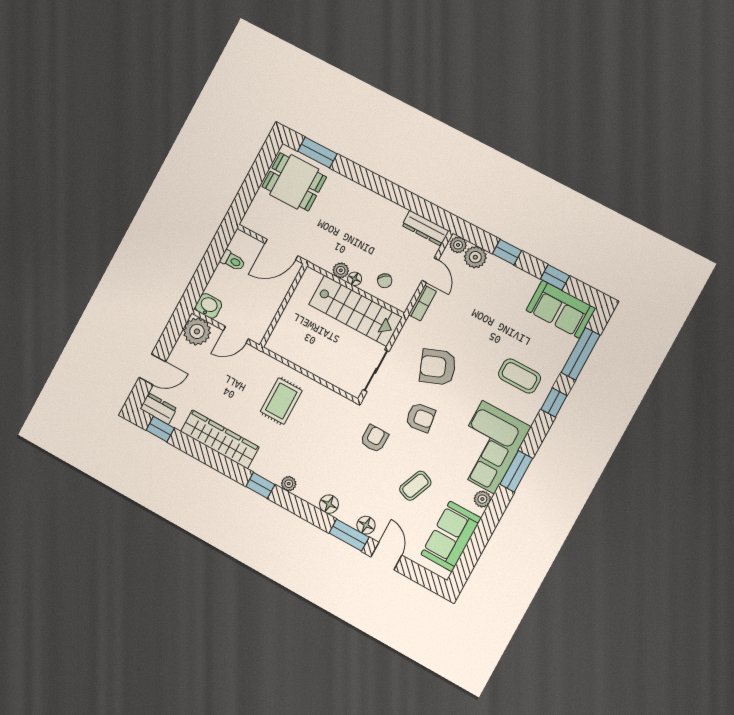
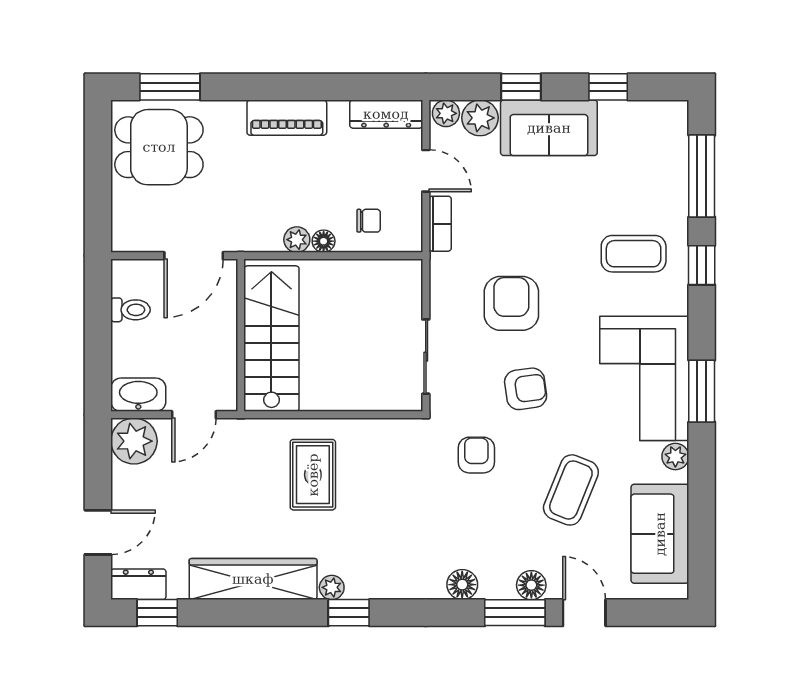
piano: (371, 202) -> (287, 118), added
chair: (385, 281) -> (369, 221), turned -51
washbasin: (208, 306) -> (138, 395), width x1.38
sofa: (561, 309) -> (549, 128), moved
stairs: (355, 311) -> (271, 339), moved, turned -90
armchair: (438, 367) -> (511, 303), turned 111
plant: (289, 484) -> (332, 587), moved
coffee table: (415, 486) -> (571, 490), width x1.36, depth x1.30

